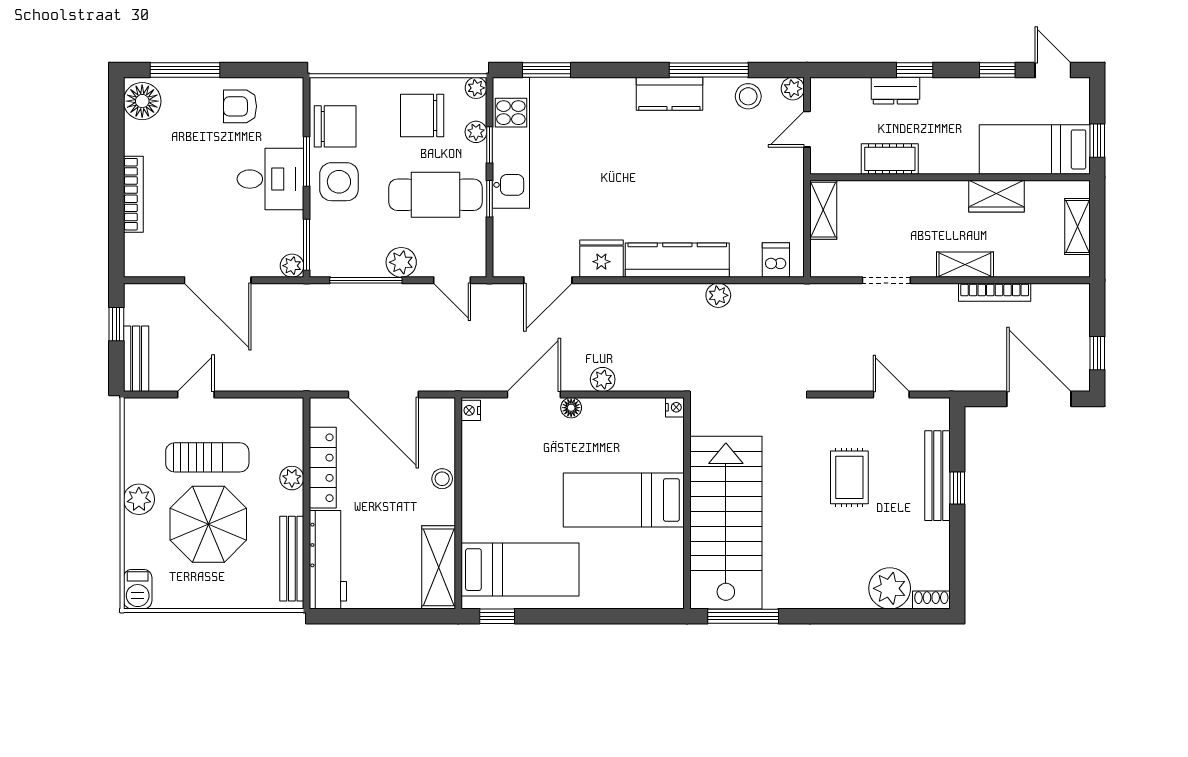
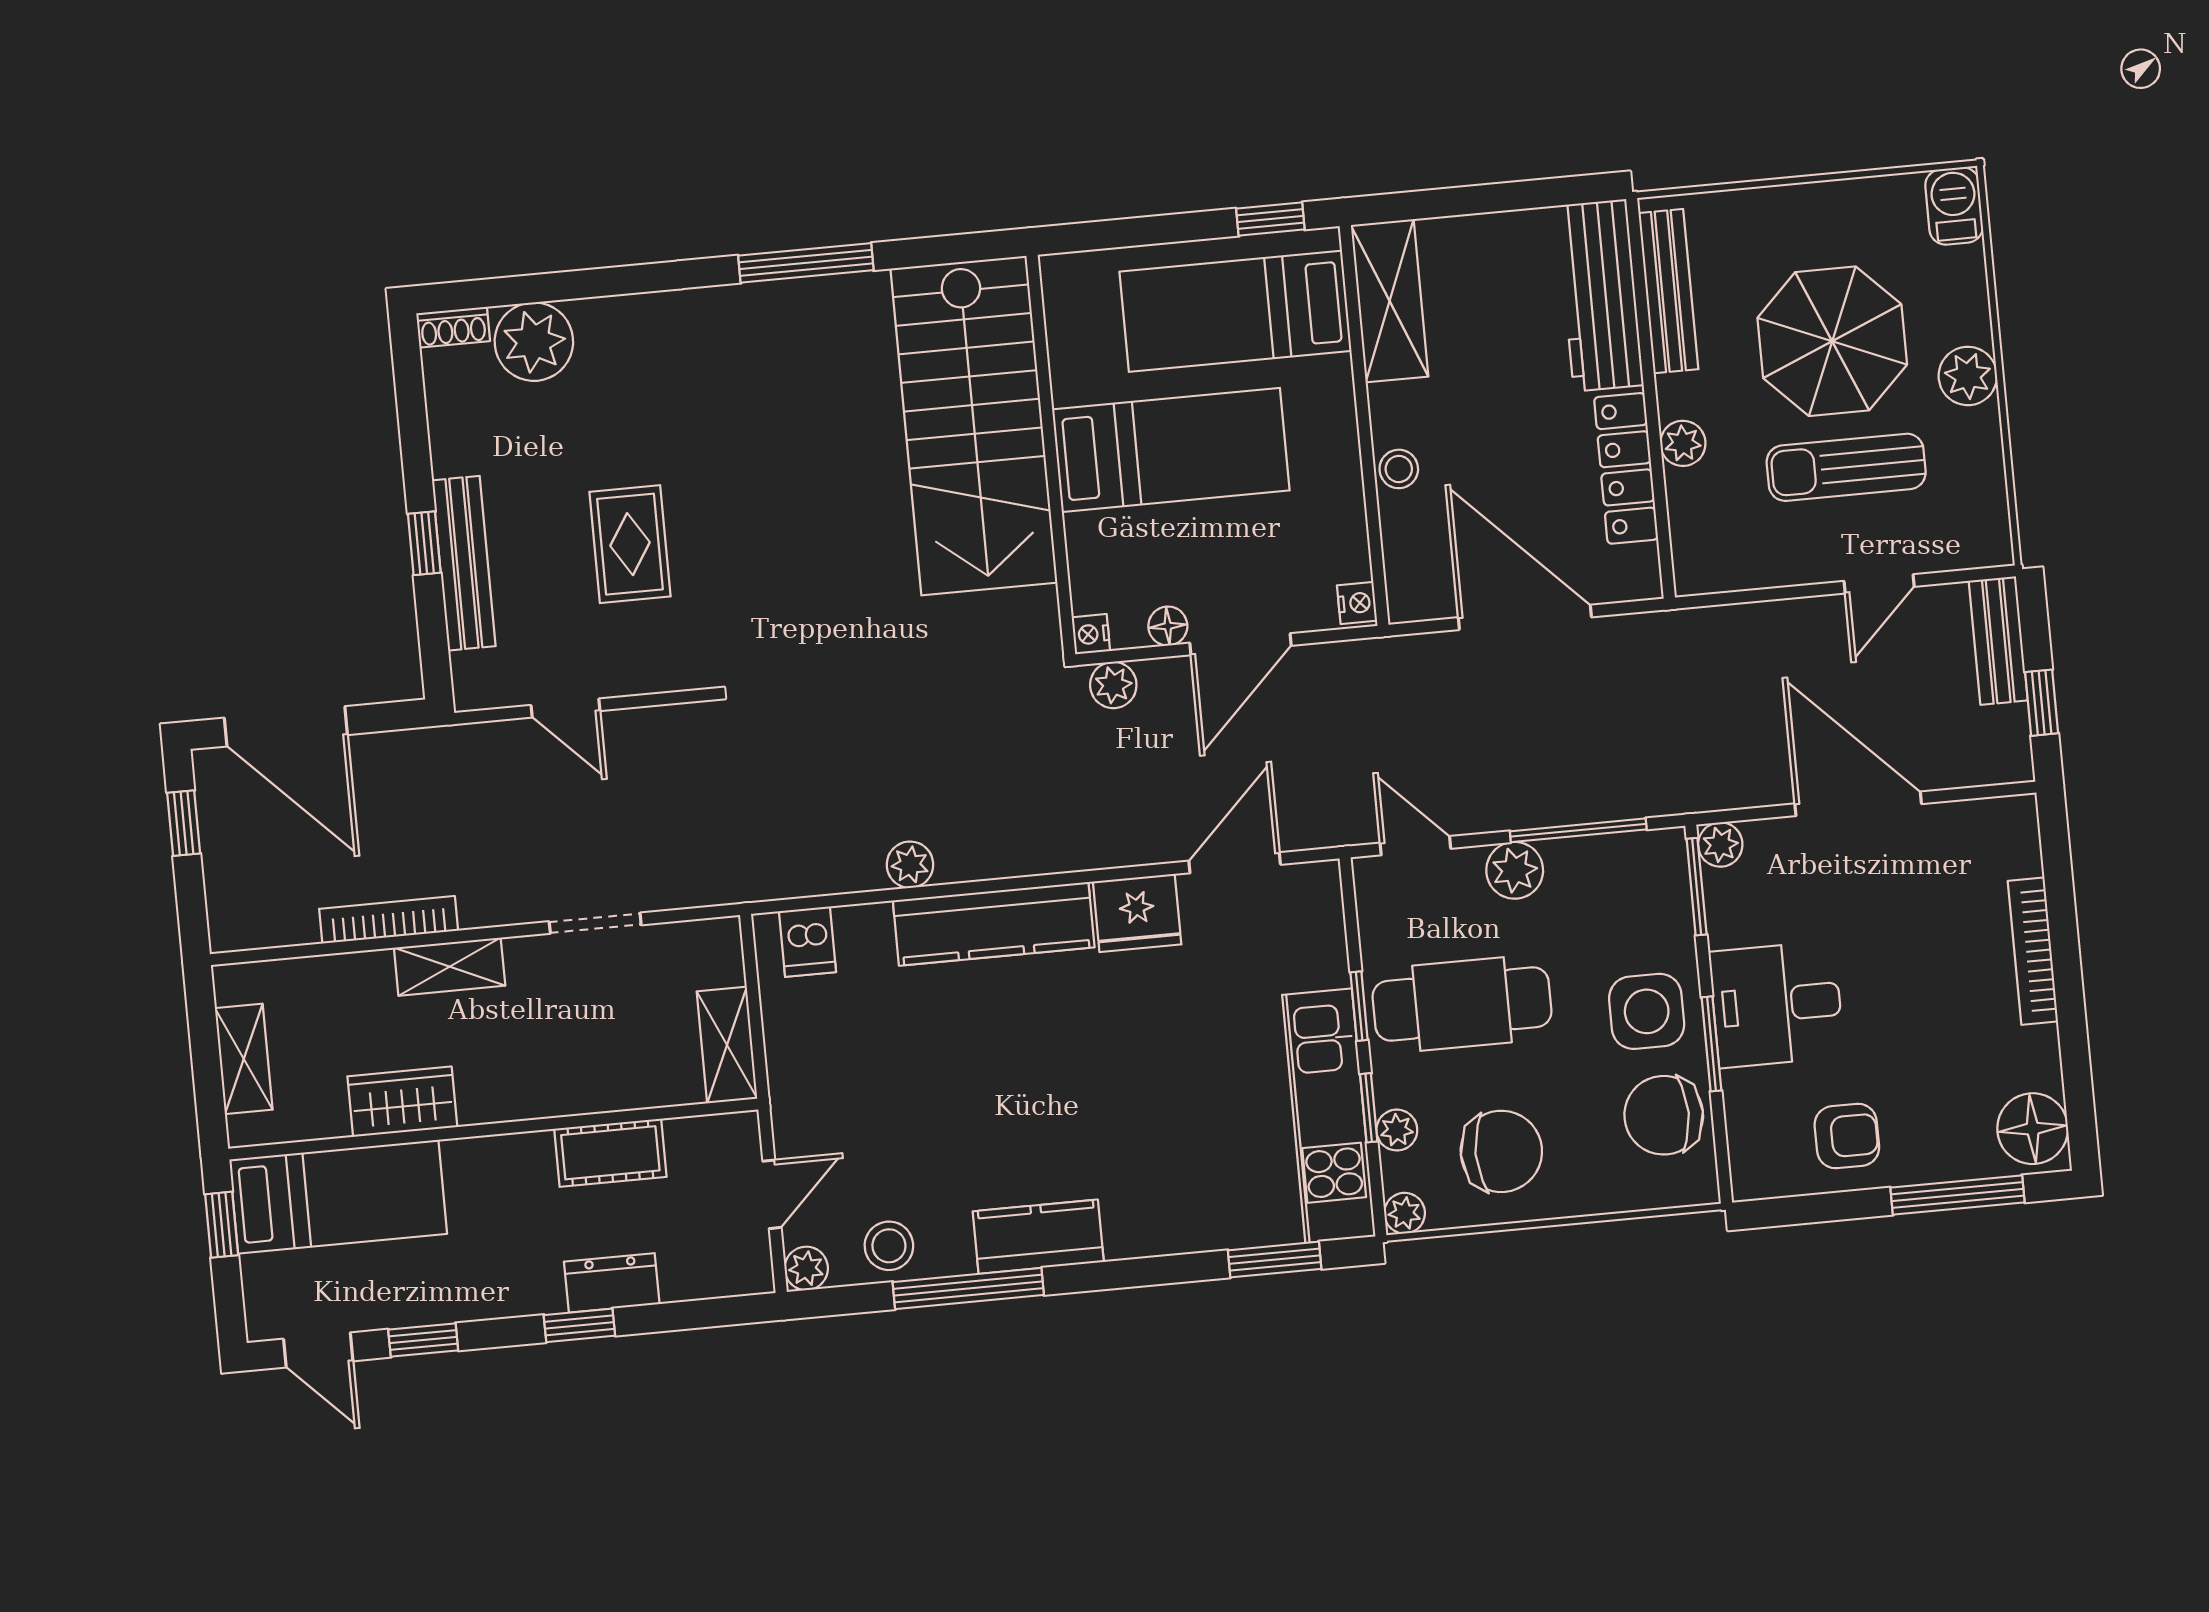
nightstand: (675, 407) -> (1091, 634), moved
bed: (624, 500) -> (1171, 450), moved
wall: (687, 503) -> (1051, 455), moved
stairs: (726, 523) -> (974, 426), moved

